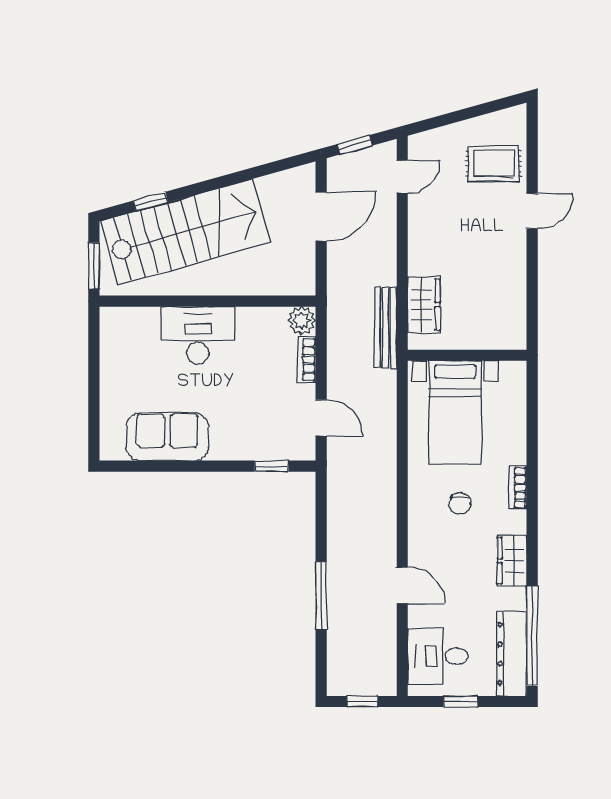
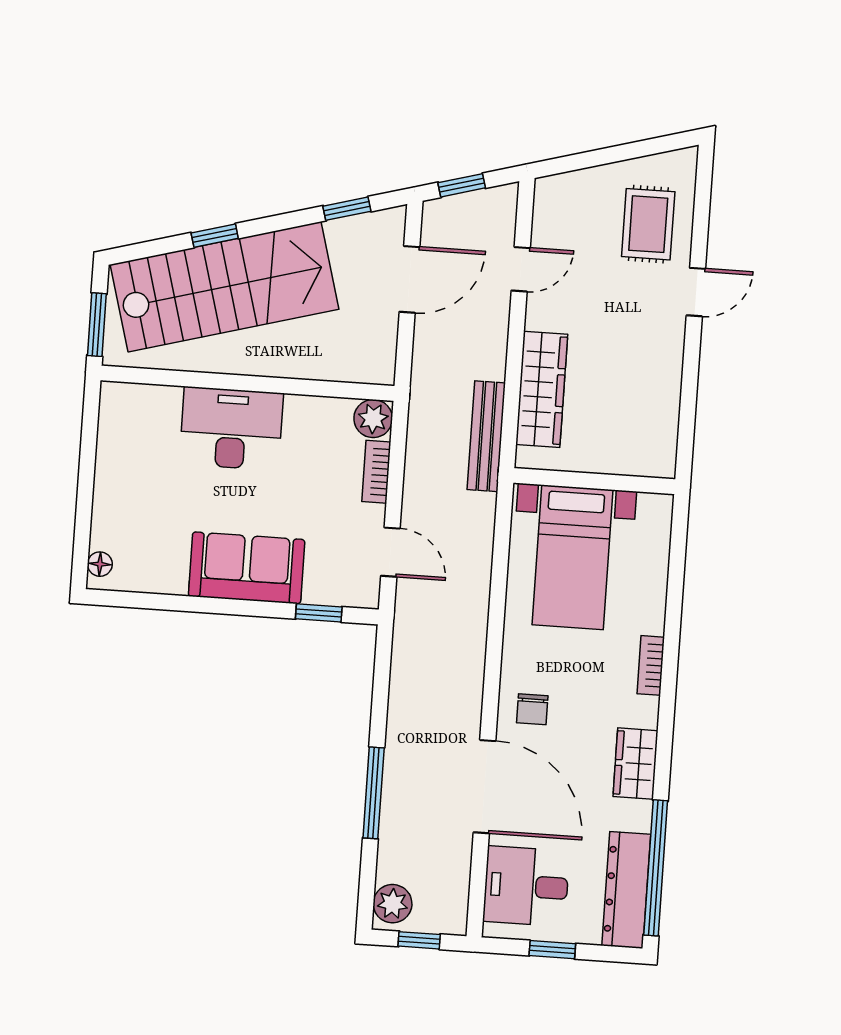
rug: (494, 164) -> (648, 224), turned 90
window: (272, 168) -> (347, 209), added
door: (402, 177) -> (521, 269), moved
window: (151, 201) -> (215, 236), moved
wardrobe: (424, 305) -> (542, 389), width x1.50
sofa: (167, 437) -> (247, 568), moved
floor lamp: (108, 442) -> (100, 564), added
chair: (460, 503) -> (532, 709), moved
door: (402, 585) -> (485, 787), width x1.88
plant: (341, 676) -> (393, 904), added

